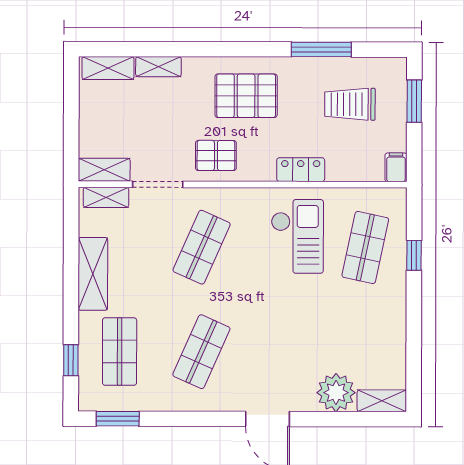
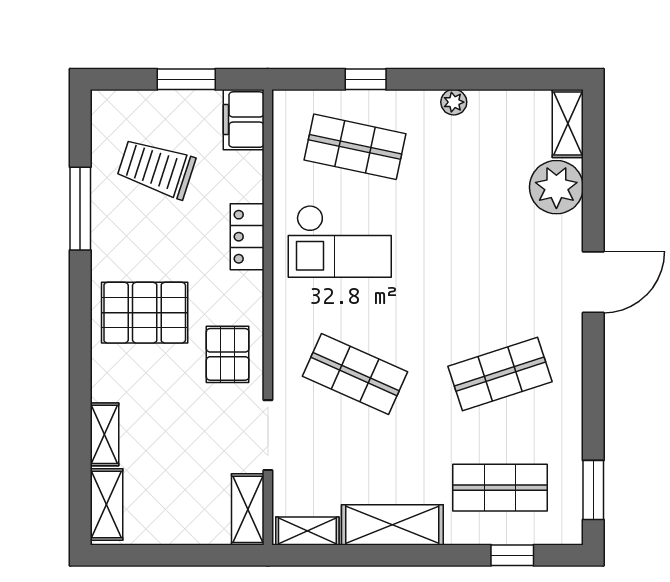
pallet: (246, 96) -> (145, 313), turned 90
window: (414, 101) -> (186, 79), moved
trolley: (350, 104) -> (156, 168), turned 108
filing cabinet: (396, 167) -> (244, 120), width x2.00
shelving: (106, 197) -> (307, 531), moved, turned 90
checkout: (297, 236) -> (340, 241), turned 180
plant: (397, 319) -> (454, 102), added
shop shelf: (201, 352) -> (500, 374), turned -42

